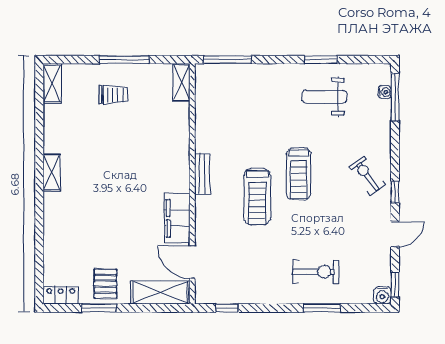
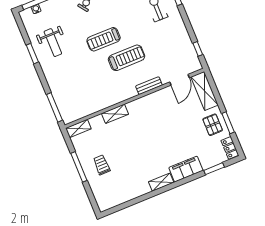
shelving: (52, 83) -> (115, 114), moved
bench: (202, 174) -> (149, 86), moved
treadmill: (299, 174) -> (104, 39), turned 180
filing cabinet: (177, 218) -> (186, 169), moved, turned 180
window: (39, 259) -> (214, 169), added
pallet: (105, 284) -> (213, 125), turned 90

